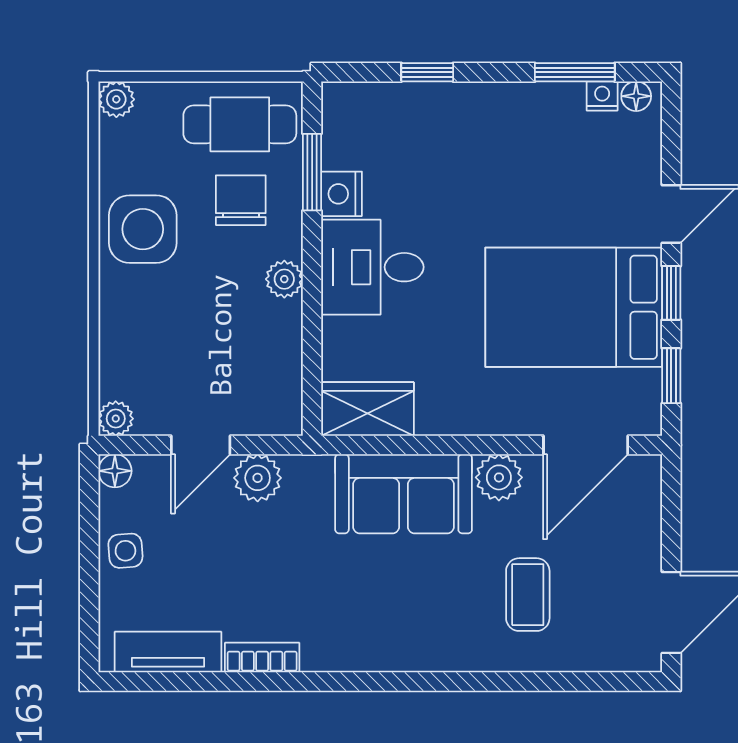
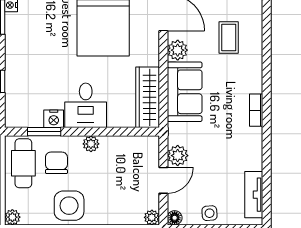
chair: (241, 200) -> (56, 163), turned 90
wardrobe: (367, 409) -> (148, 97), width x1.50
door: (201, 445) -> (163, 180), hinge flipped
coffee table: (528, 595) -> (229, 37), turned 90
bookcase: (262, 658) -> (256, 110), moved

